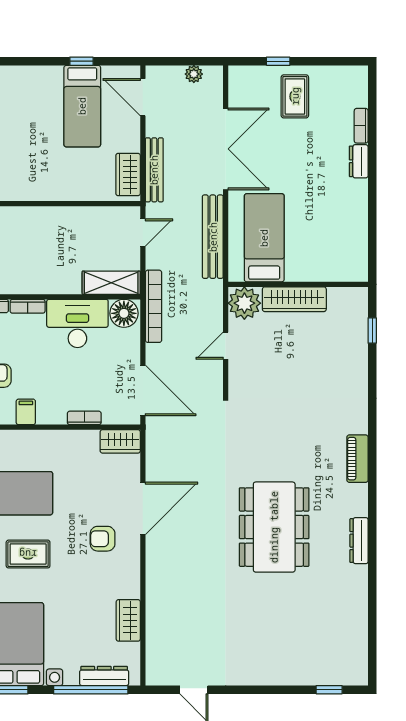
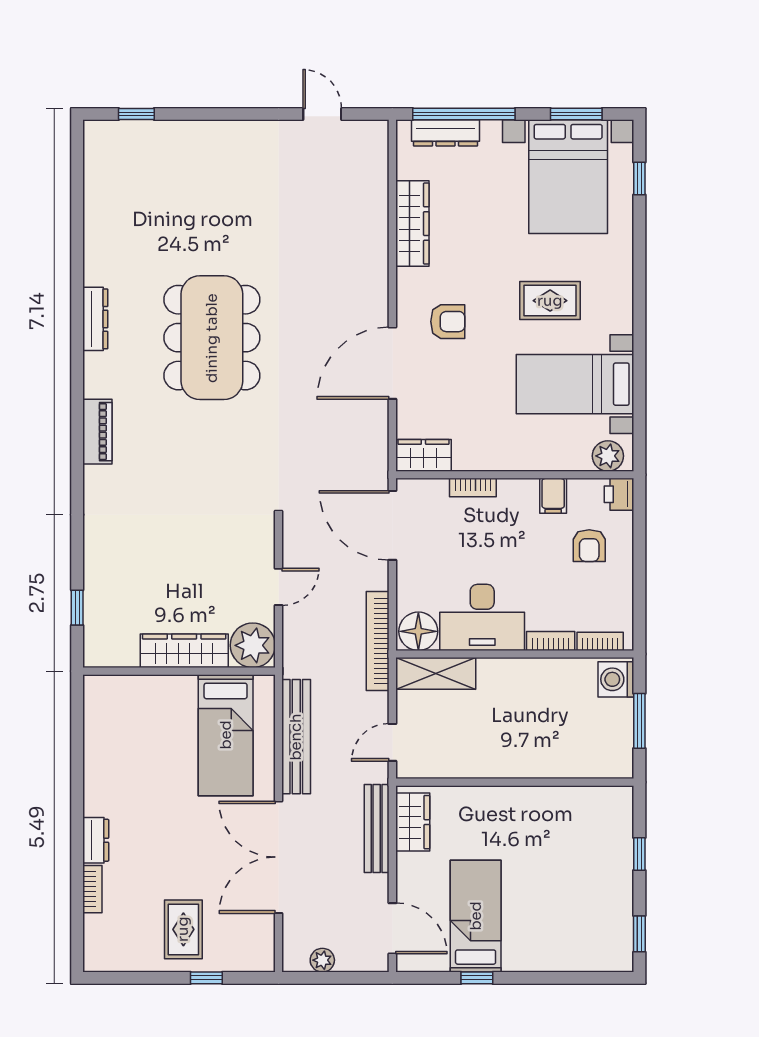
wardrobe: (128, 620) -> (412, 224), width x1.50

